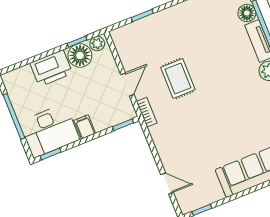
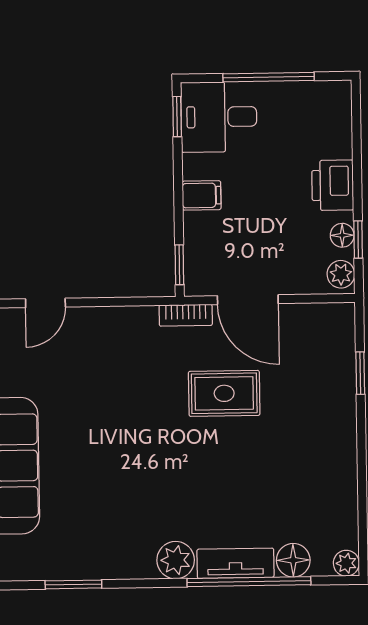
floor lamp: (80, 55) -> (342, 235), width x0.53, depth x0.53
printer: (51, 68) -> (333, 185), width x0.73, depth x0.84
door: (127, 85) -> (248, 300), width x1.38
desk: (49, 131) -> (219, 117), width x0.73

